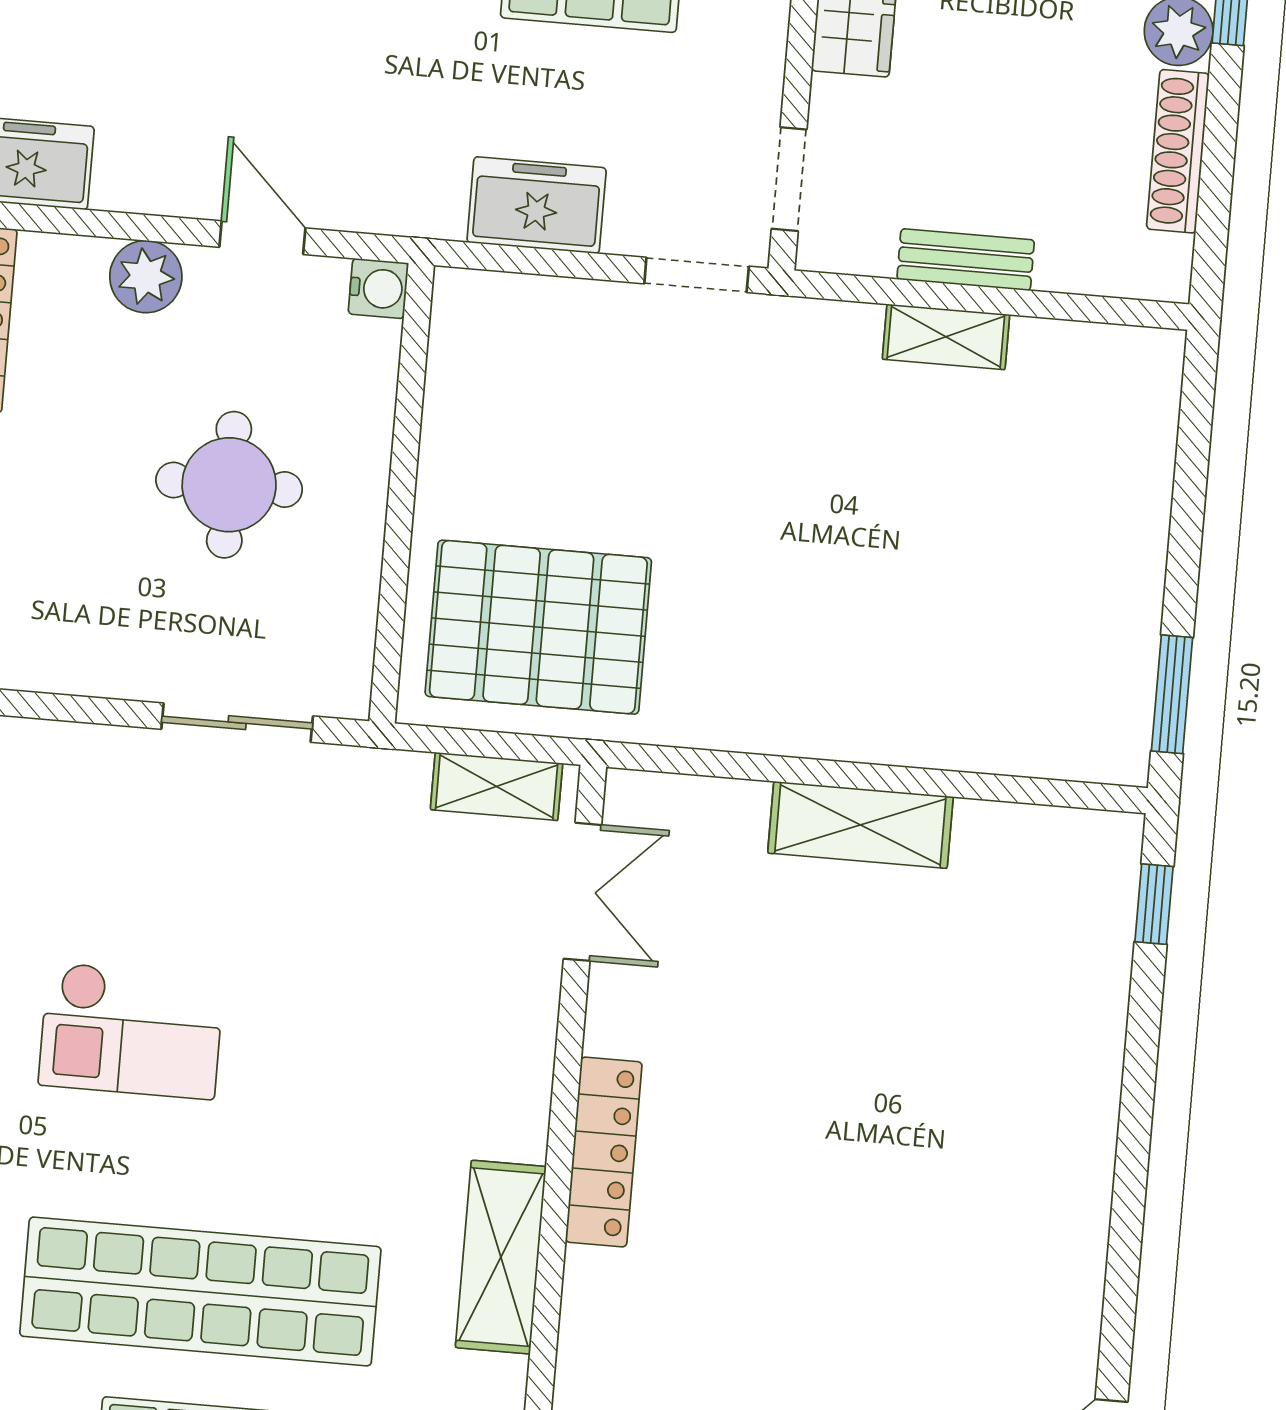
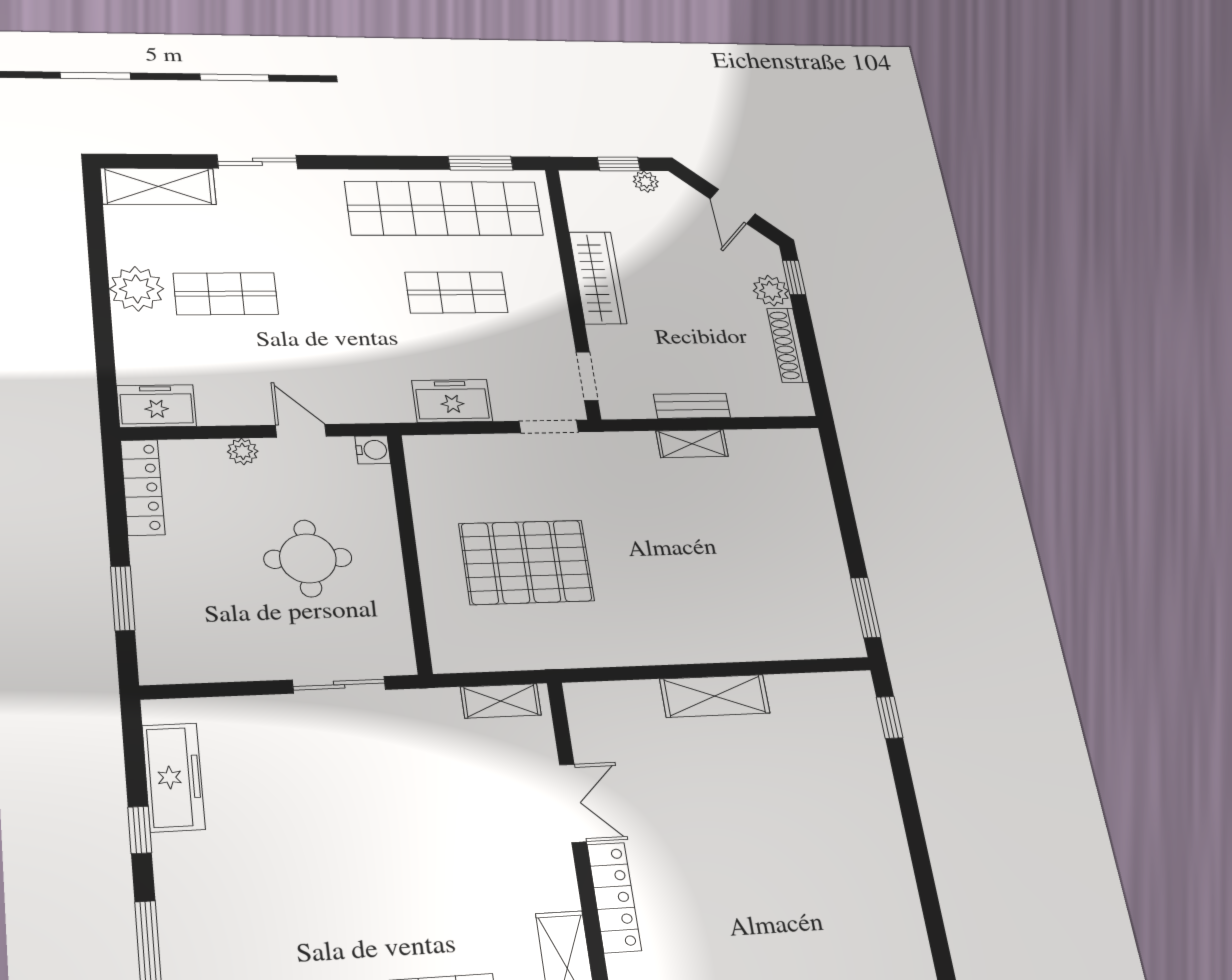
plant: (146, 277) -> (243, 451), width x0.73, depth x0.73
pallet: (538, 627) -> (526, 562), moved
double door: (583, 892) -> (573, 803), moved
checkout: (131, 1031) -> (310, 867), removed

